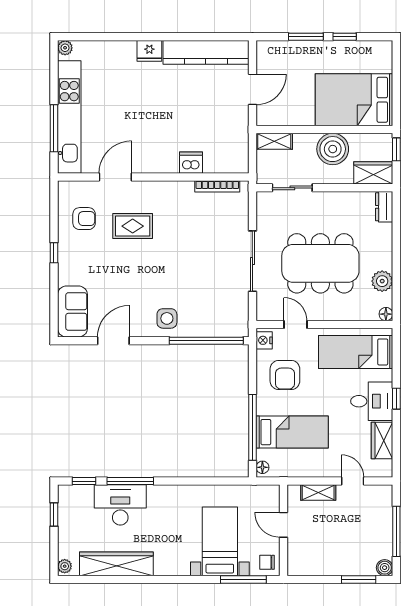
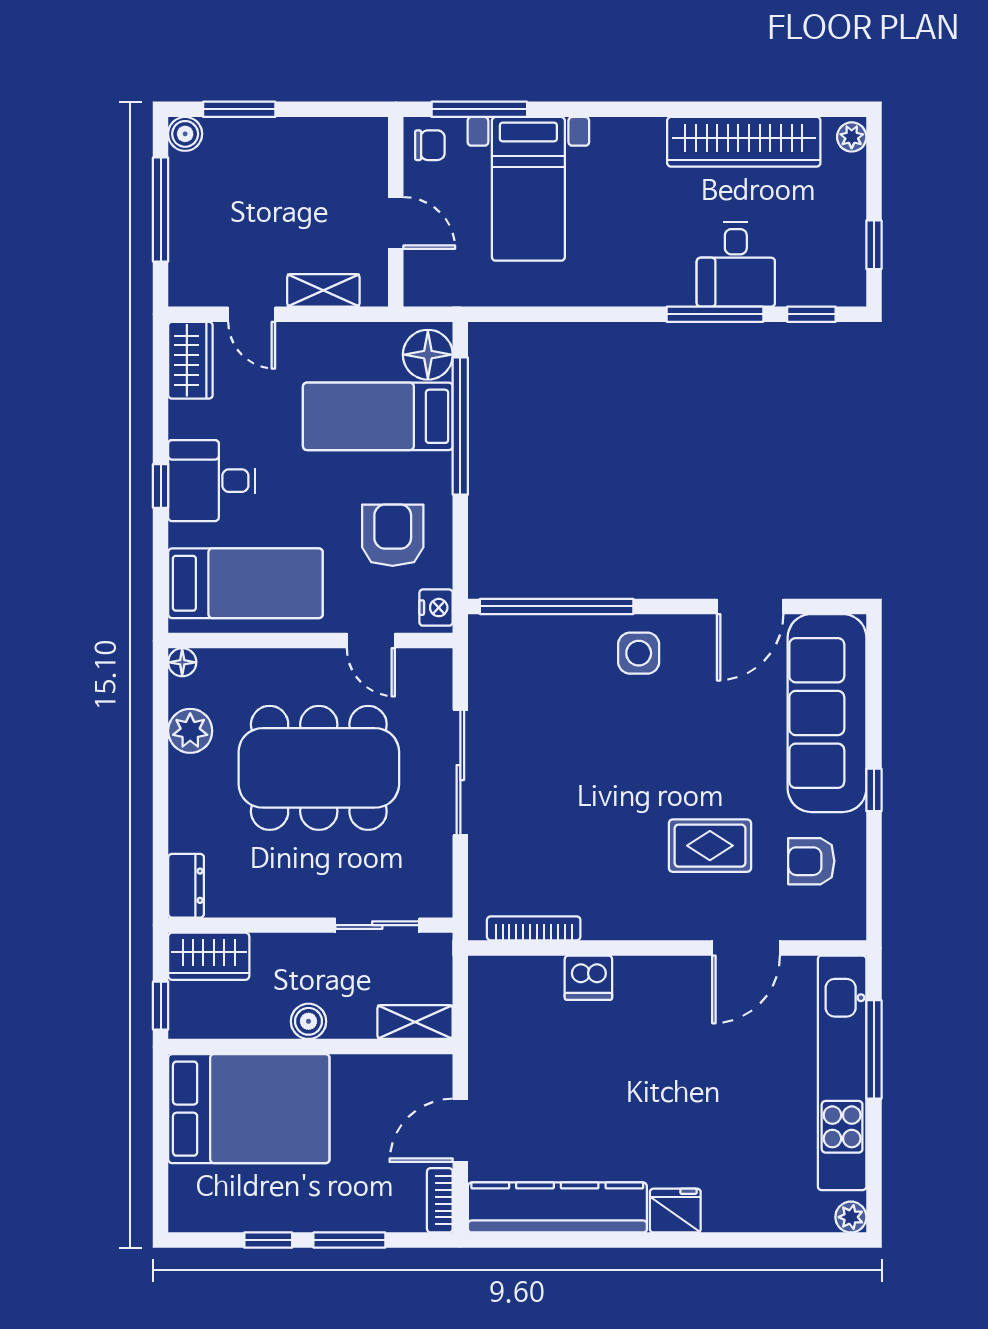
bookcase: (262, 56) -> (440, 1200), added
boiler: (333, 149) -> (308, 1021), width x0.54, depth x0.54
sofa: (72, 312) -> (827, 713), width x1.85, depth x1.27
wardrobe: (382, 441) -> (190, 360), moved
floor lamp: (262, 467) -> (428, 355), width x1.89, depth x1.89
desk: (120, 505) -> (736, 264), width x0.73

